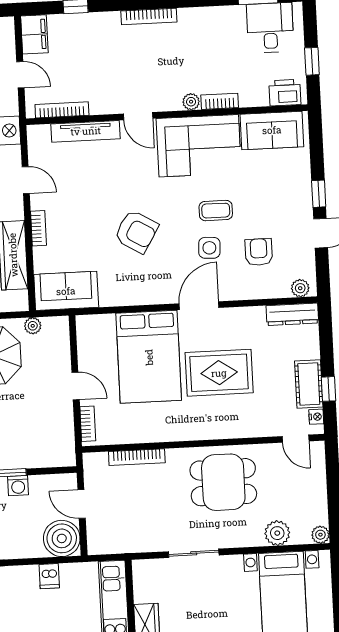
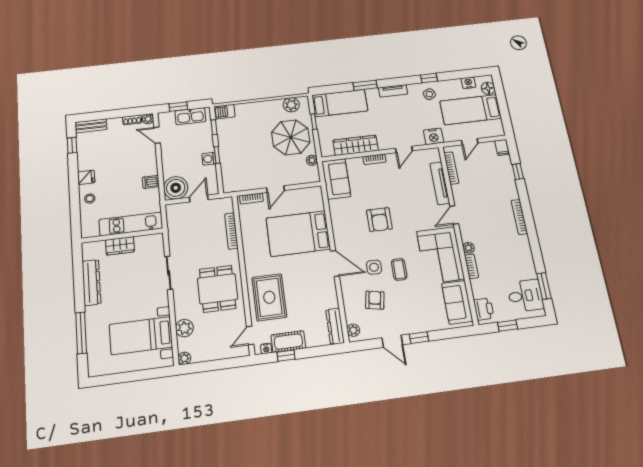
filing cabinet: (34, 34) -> (502, 147), width x0.50
armchair: (136, 232) -> (379, 220), turned -31
armchair: (259, 252) -> (375, 300), turned -80
rug: (219, 373) -> (269, 297), moved

